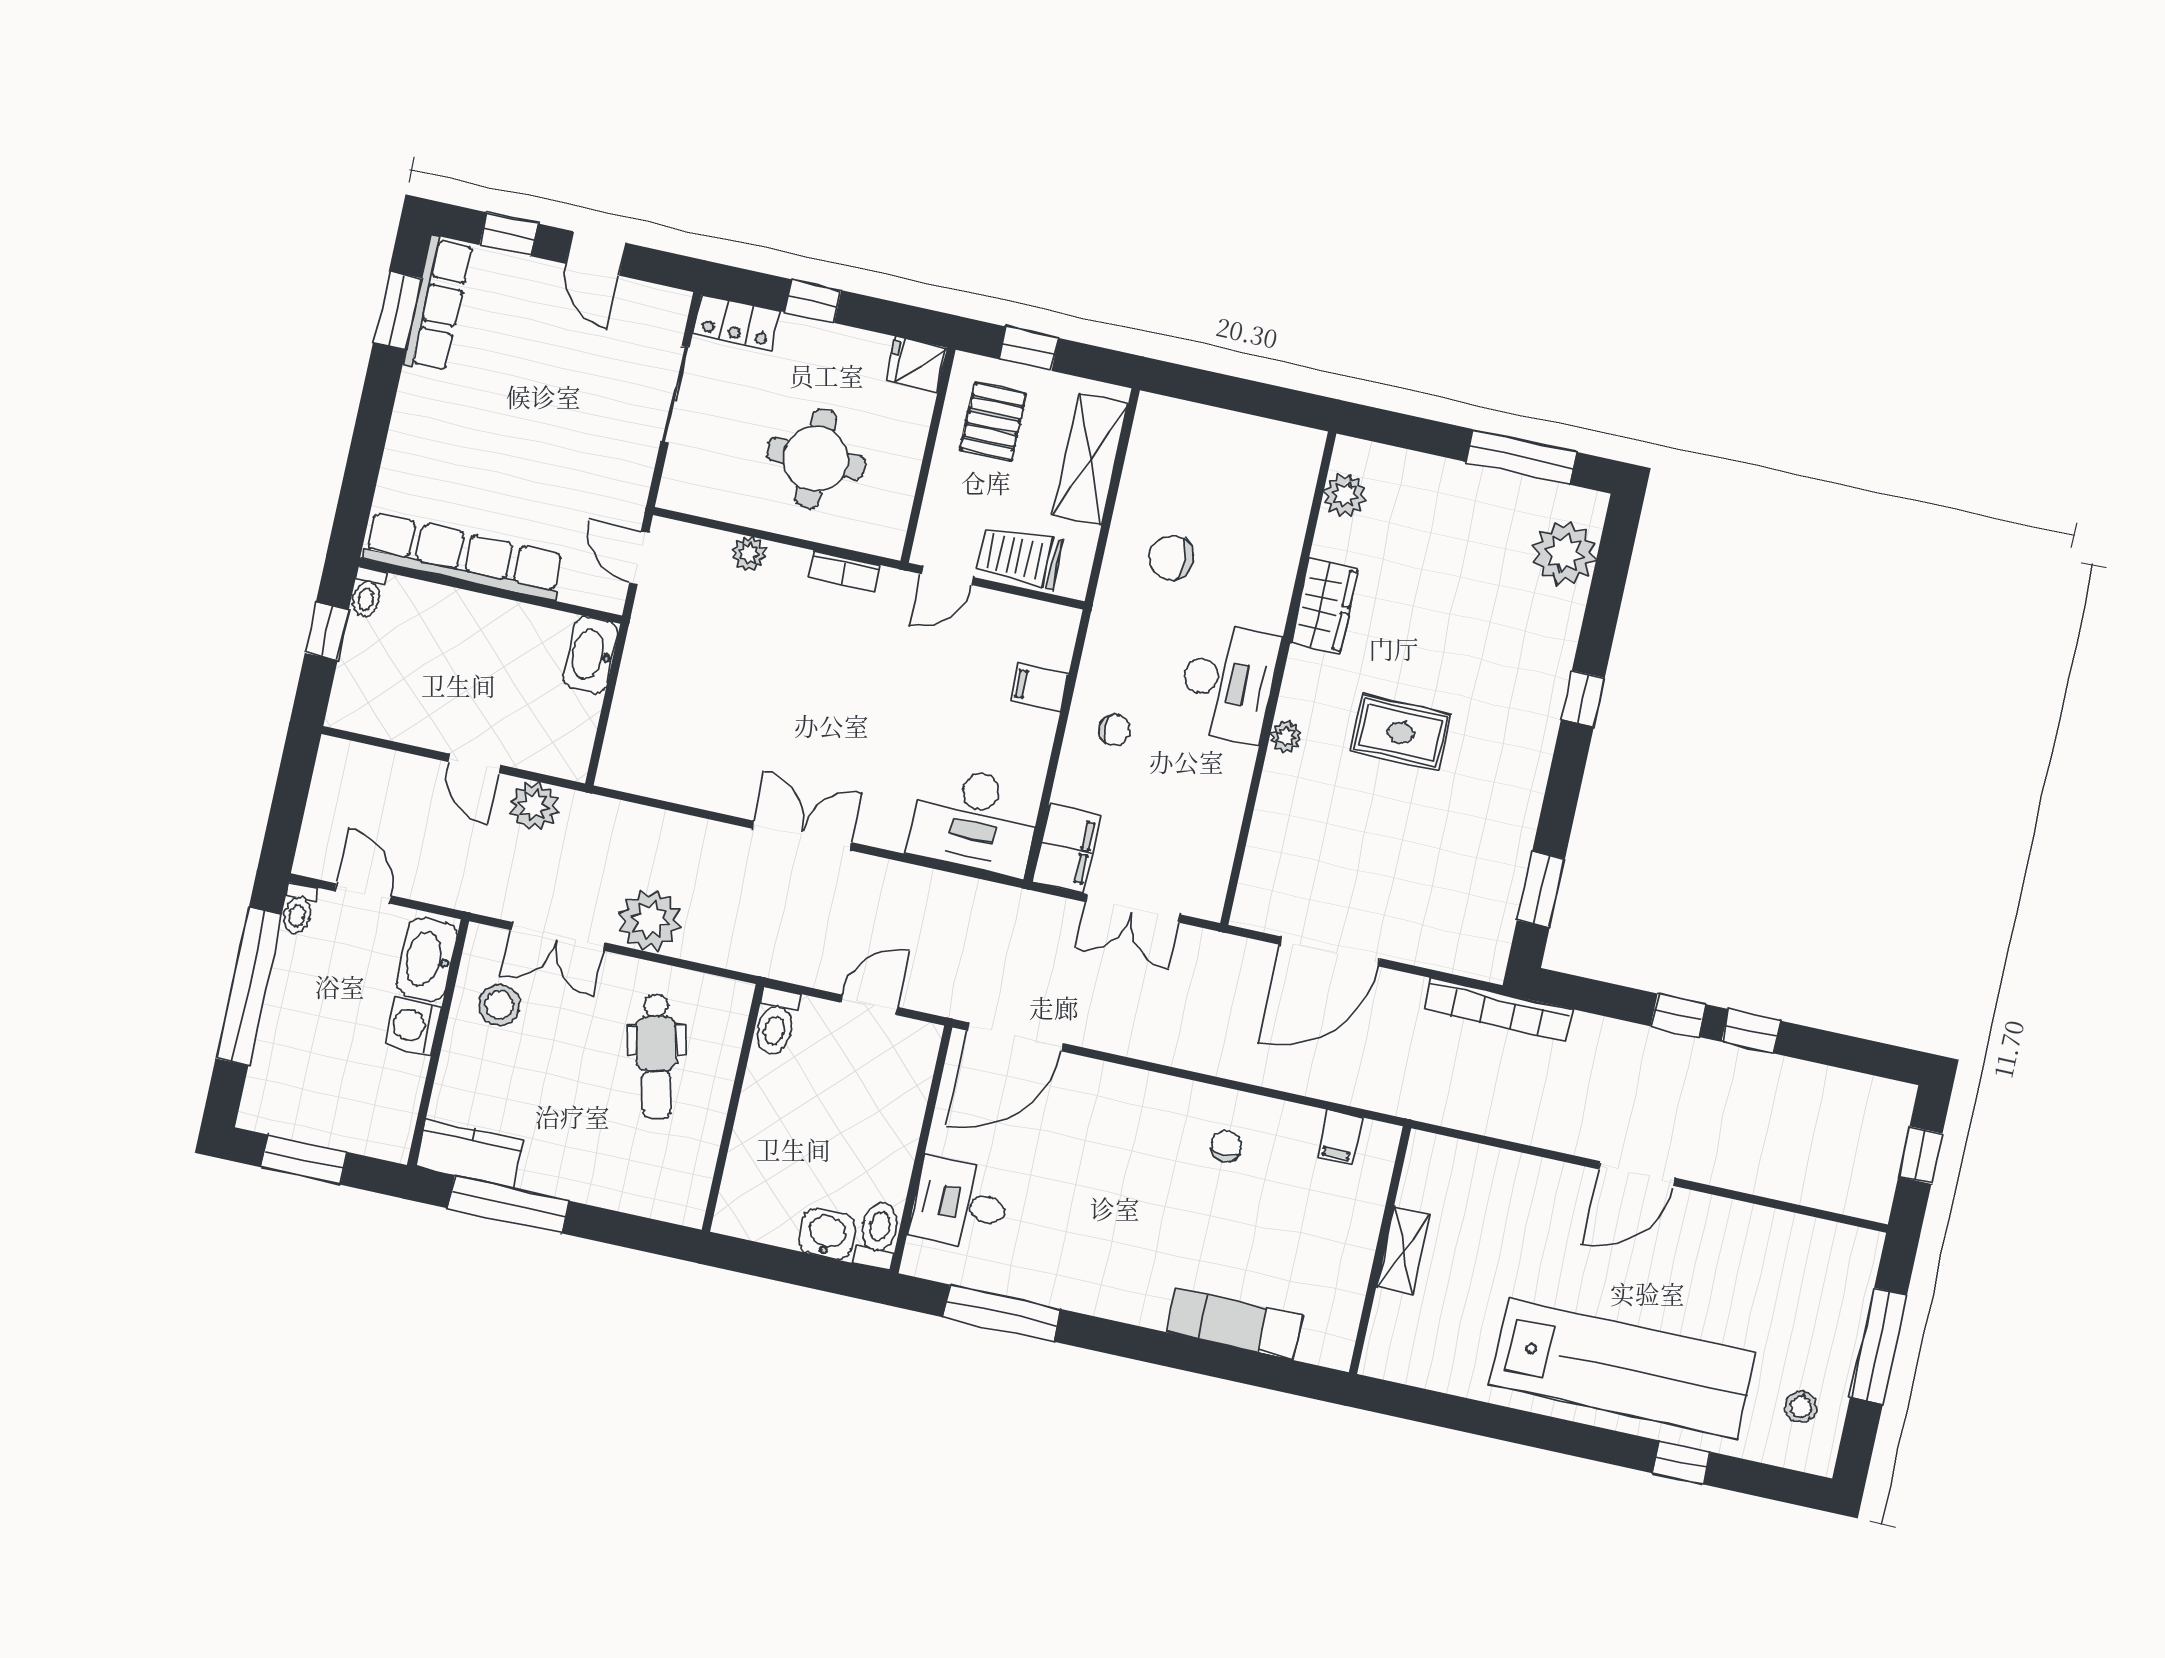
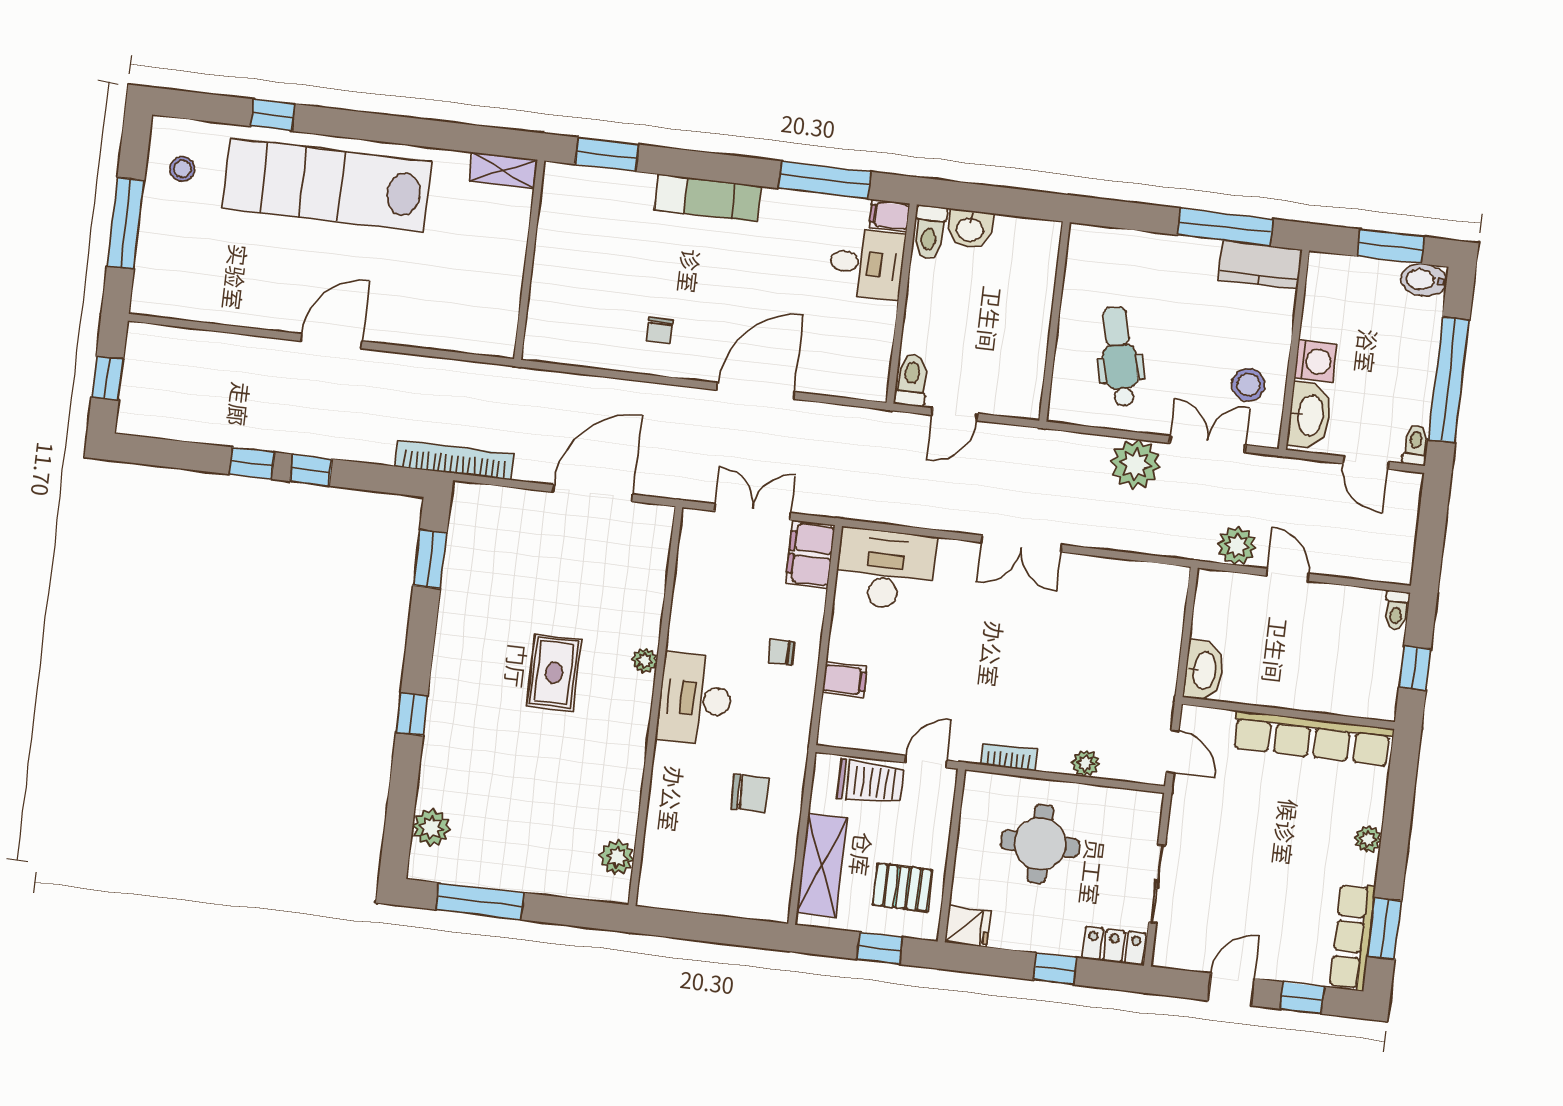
door: (596, 253) -> (1231, 990), hinge flipped
pallet: (993, 422) -> (902, 887), turned 90
plant: (407, 424) -> (1368, 839), added
plant: (1564, 553) -> (431, 828), width x0.73, depth x0.73
toilet: (368, 593) -> (1396, 610), moved, turned 180
wardrobe: (1324, 606) -> (624, 768), removed
rug: (1400, 733) -> (554, 673), turned 90
toilet: (776, 1022) -> (912, 380), moved
door: (1015, 1037) -> (756, 391), moved
bidet: (267, 1114) -> (1424, 280), added
filing cabinet: (1340, 1137) -> (889, 215), moved, turned -90
shelving: (1403, 1251) -> (503, 170), moved, turned 90
exam couch: (1234, 1324) -> (708, 198), moved
window: (1270, 1372) -> (607, 154), added

